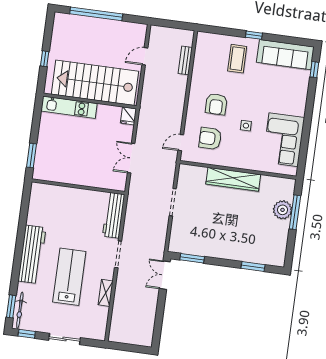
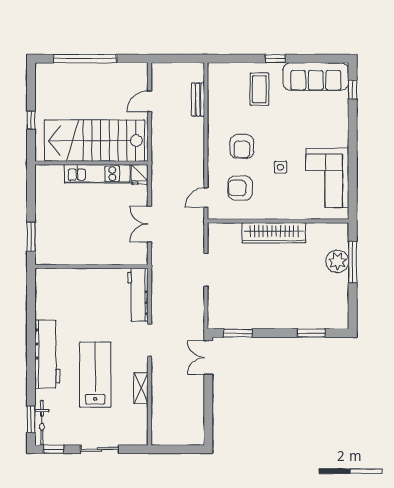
kitchen unit: (69, 107) -> (97, 174), moved

